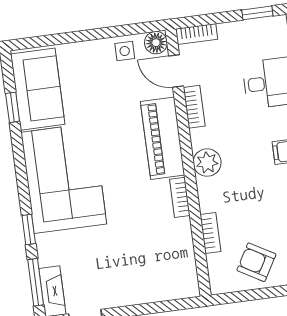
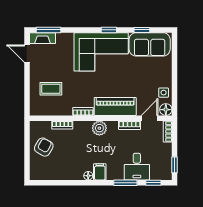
window: (29, 229) -> (109, 30), moved
coffee table: (145, 263) -> (51, 89), added

